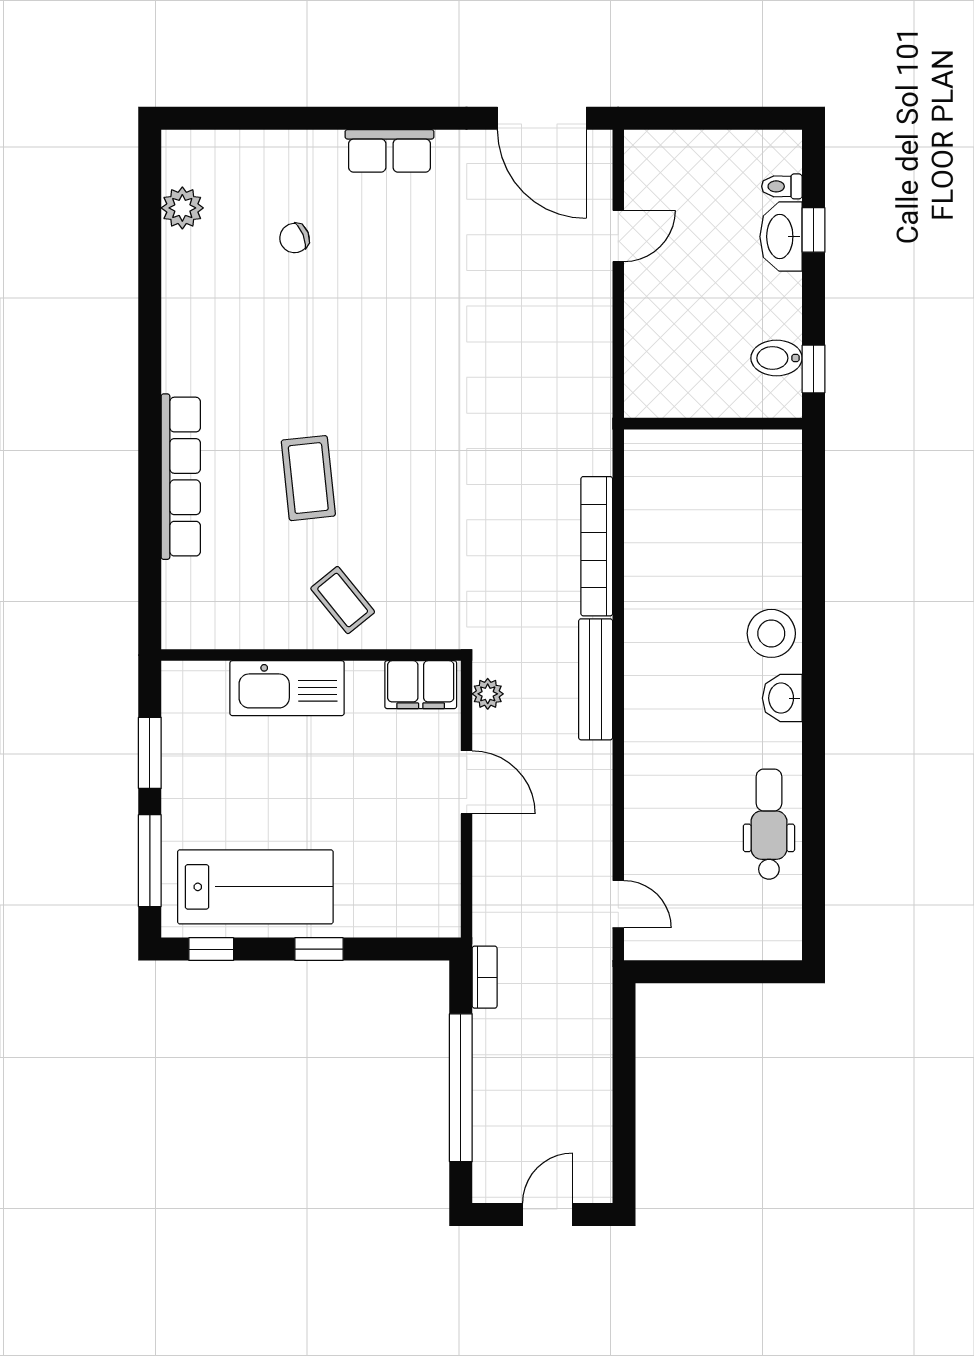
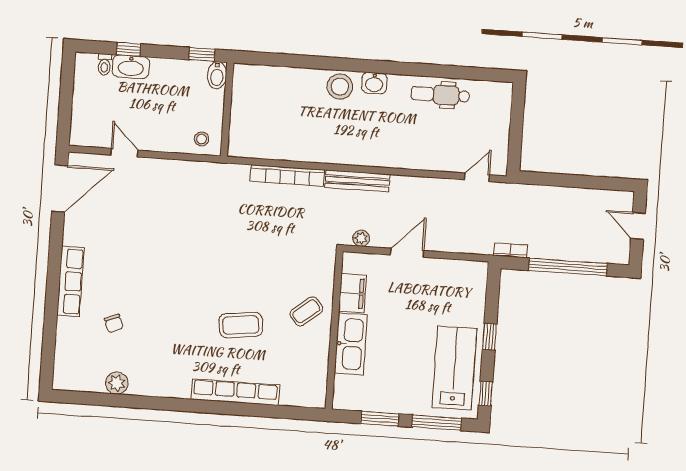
row of seats: (389, 151) -> (70, 281), width x1.48
plant: (182, 208) -> (117, 383), moved
bidet: (776, 358) -> (217, 75), moved
stool: (654, 379) -> (202, 139), added
filing cabinet: (421, 685) -> (353, 293), moved

